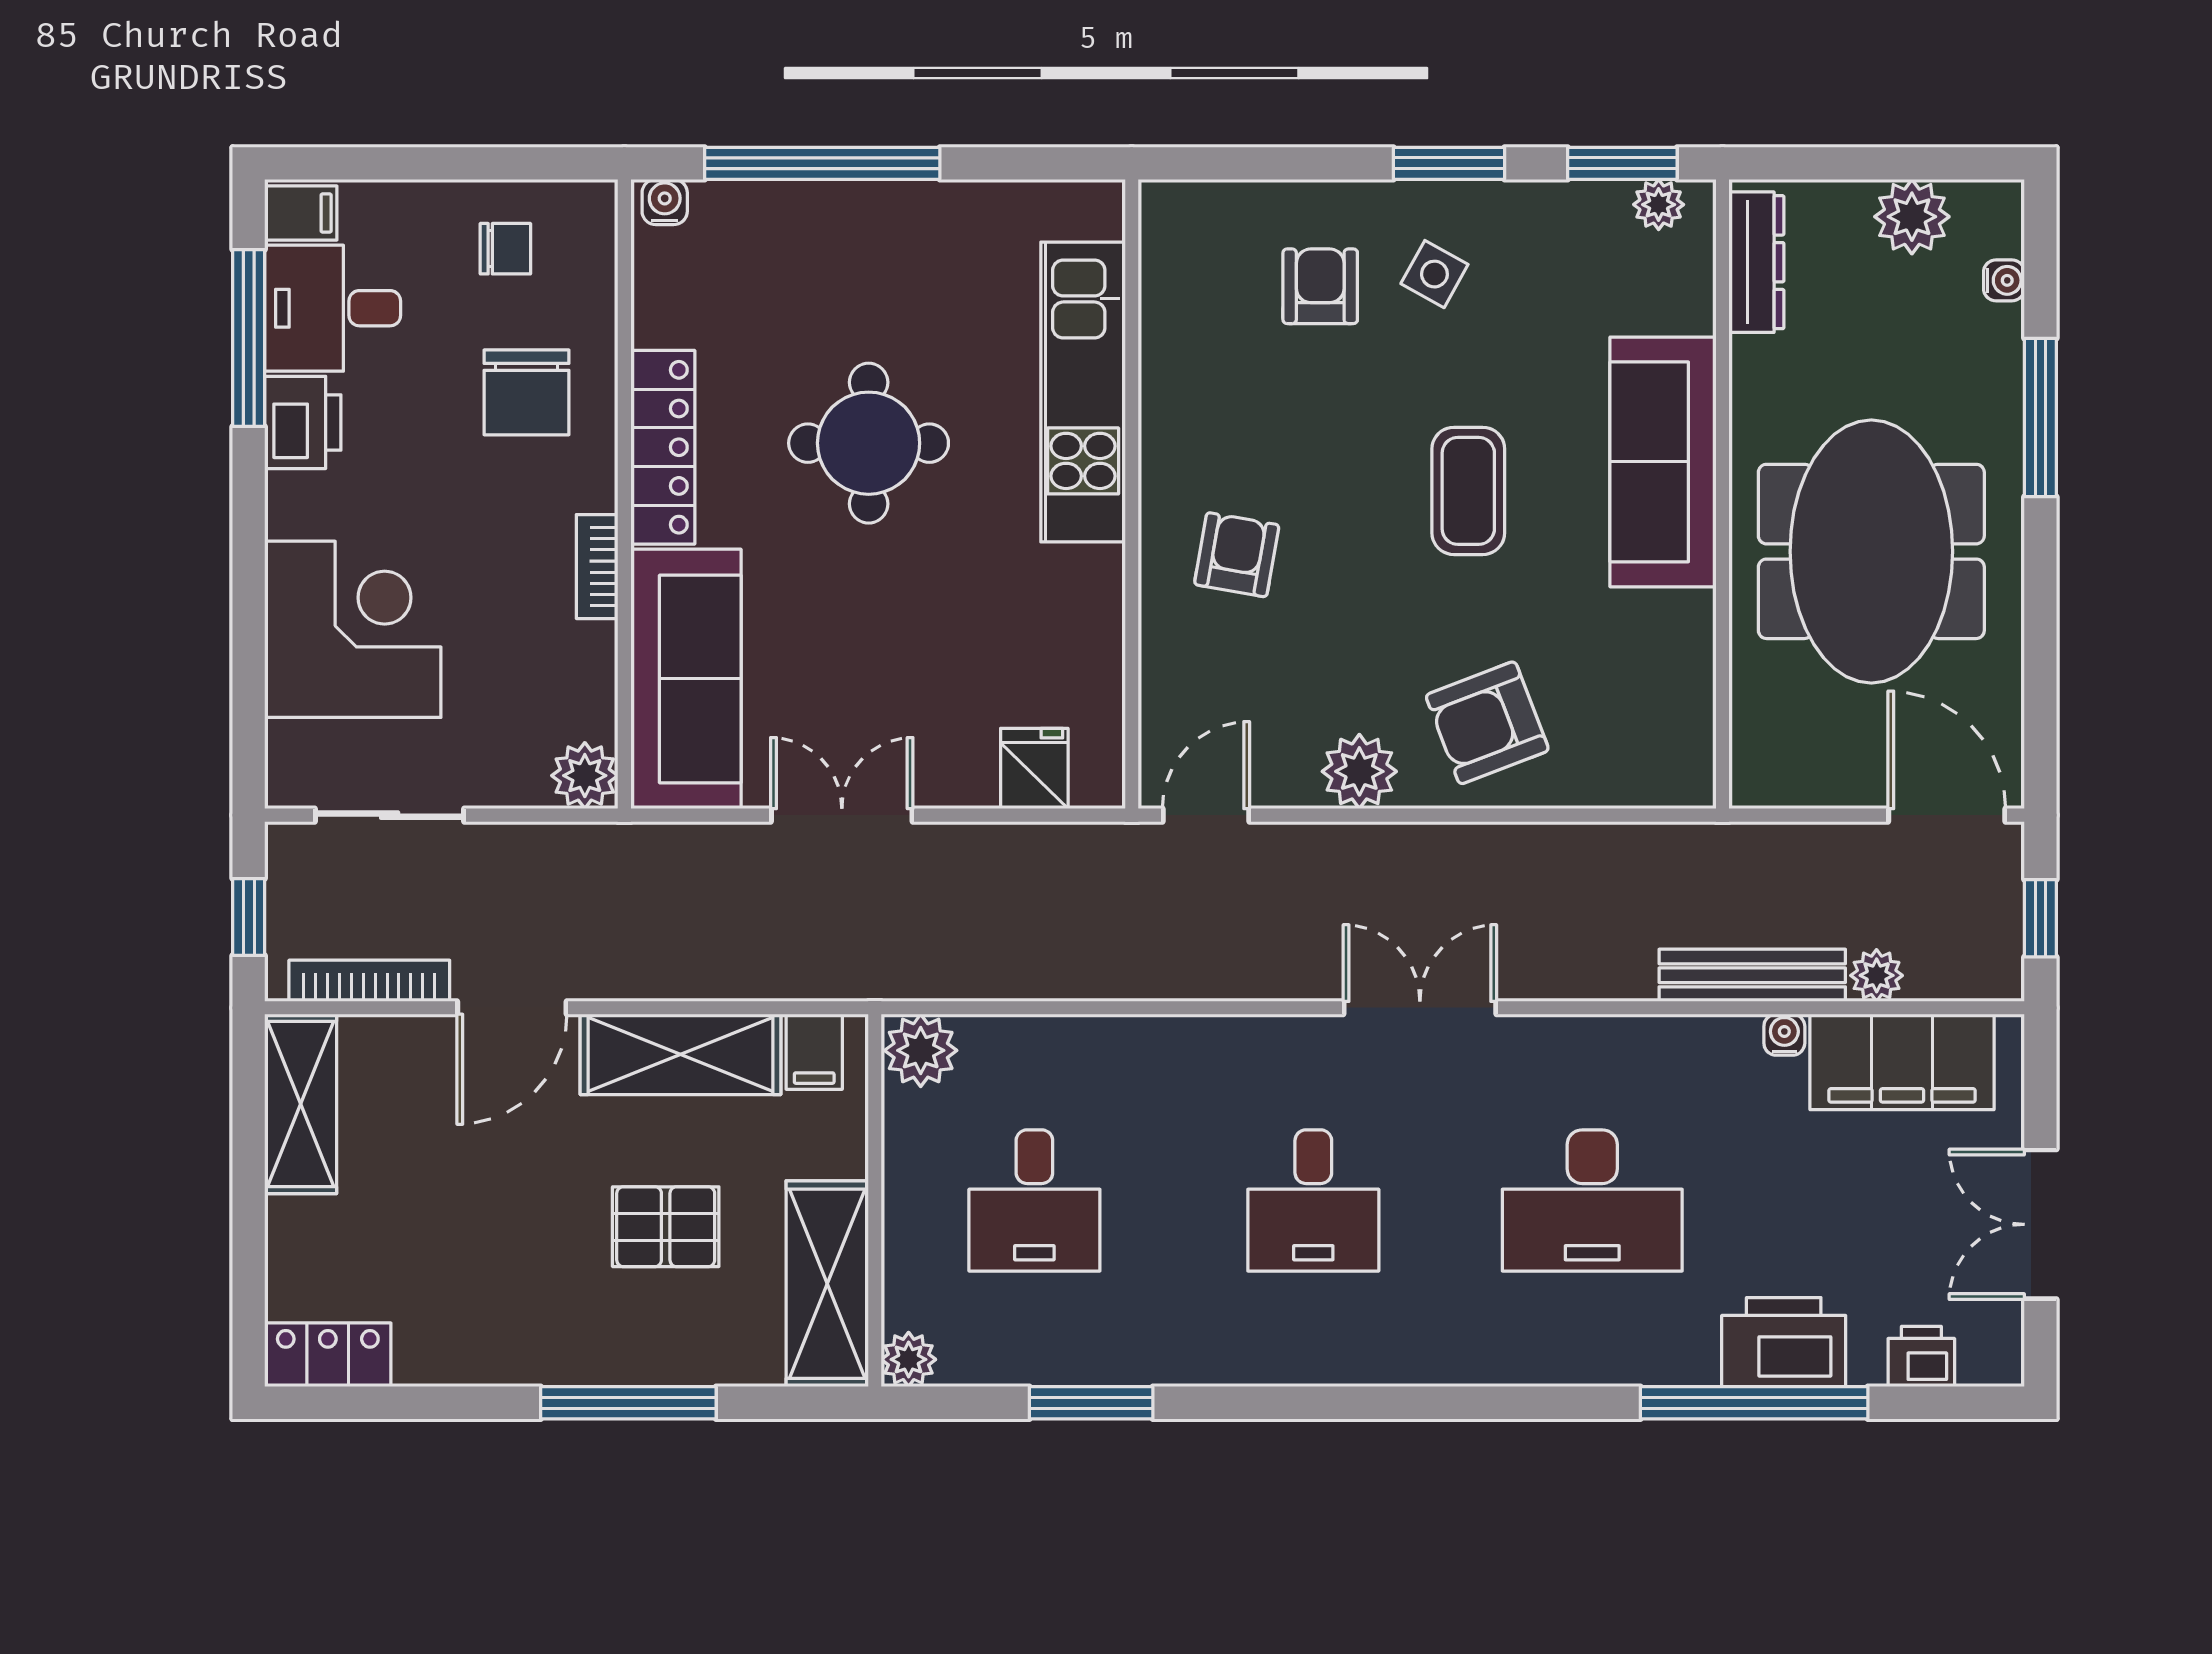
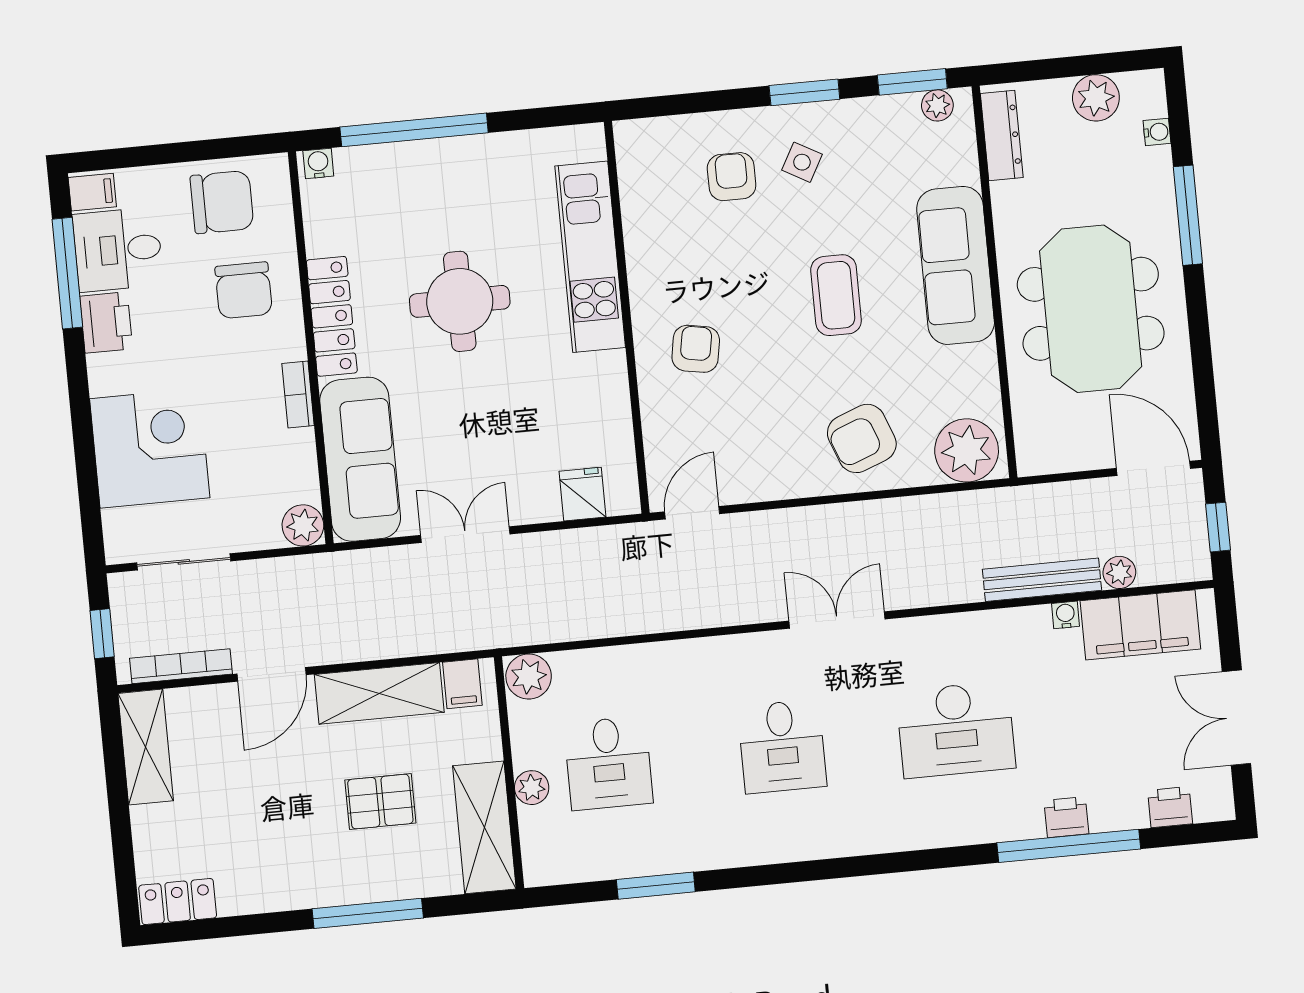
chair: (505, 249) -> (222, 202), width x1.87, depth x1.87
plant: (1359, 771) -> (967, 450), moved, width x1.36, depth x1.36
printer: (1784, 1342) -> (1066, 817), width x0.53, depth x0.68
plant: (909, 1359) -> (532, 788), moved

